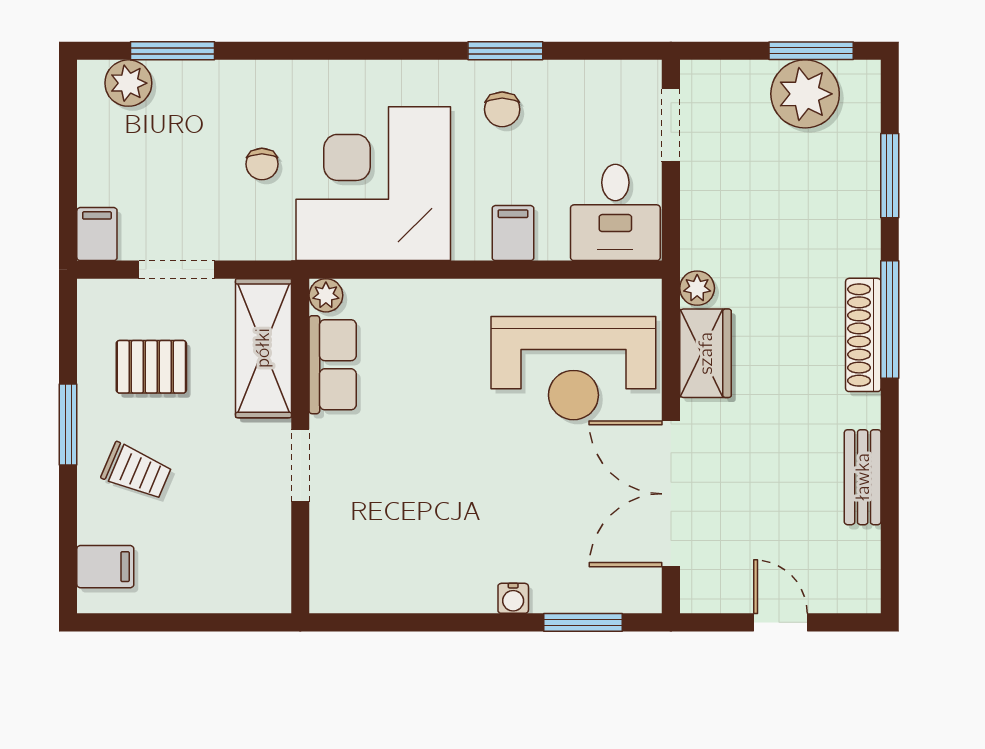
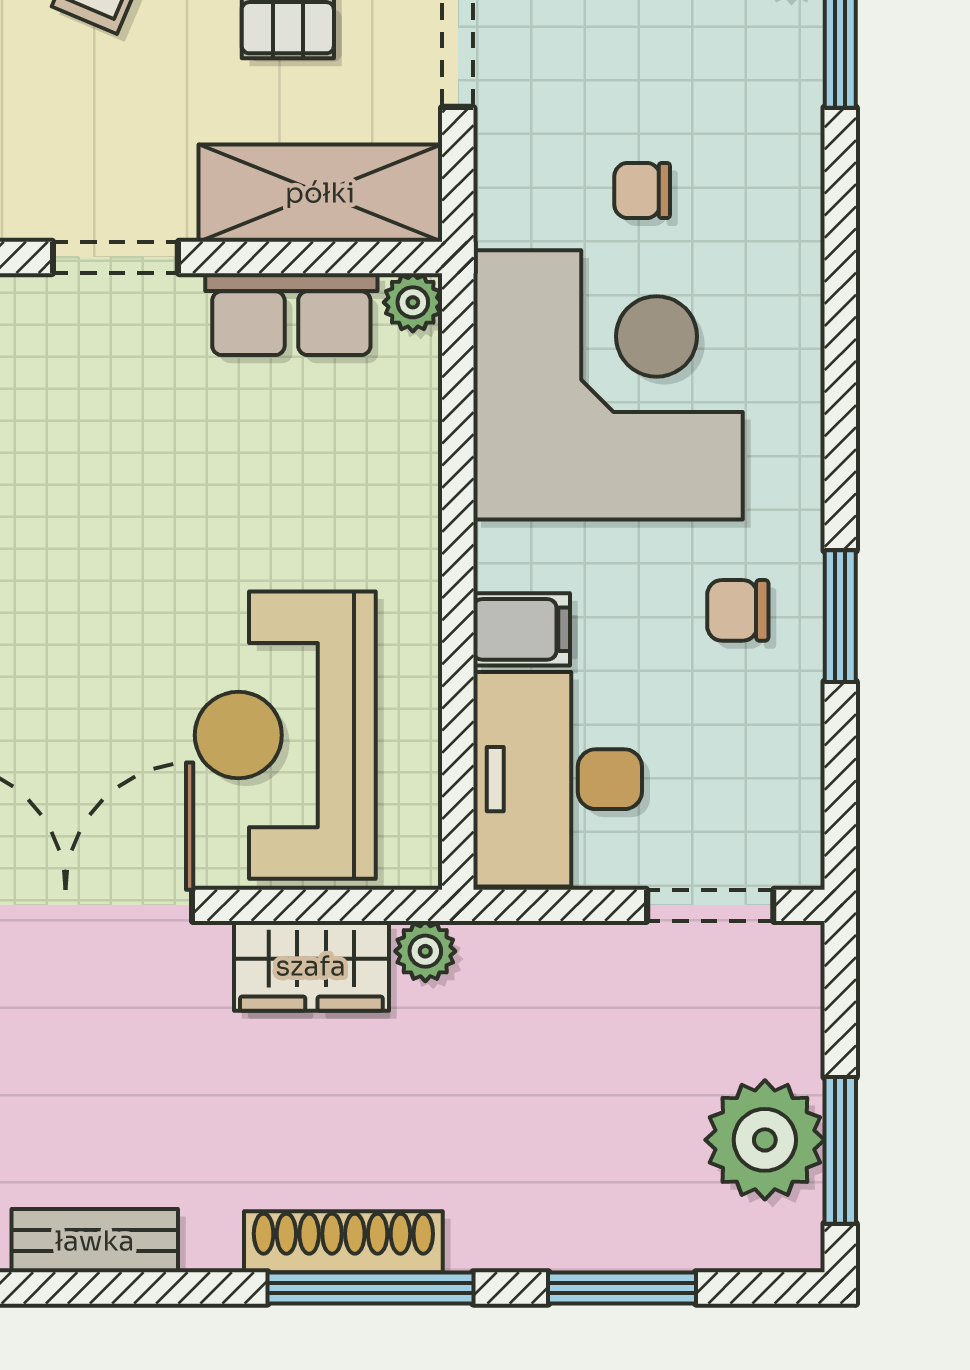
desk: (615, 212) -> (558, 779), width x1.37

